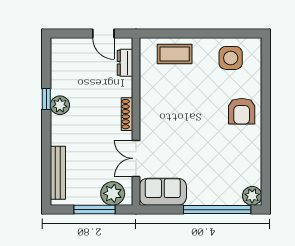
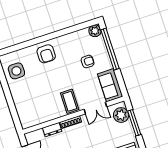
coffee table: (175, 54) -> (70, 101), moved
dresser: (125, 63) -> (52, 130), moved
armchair: (242, 111) -> (46, 54), turned 90
armchair: (210, 170) -> (88, 62), added

